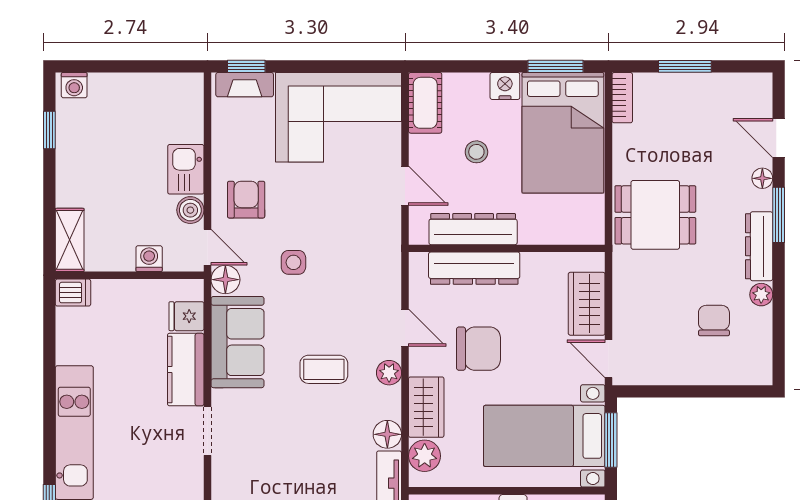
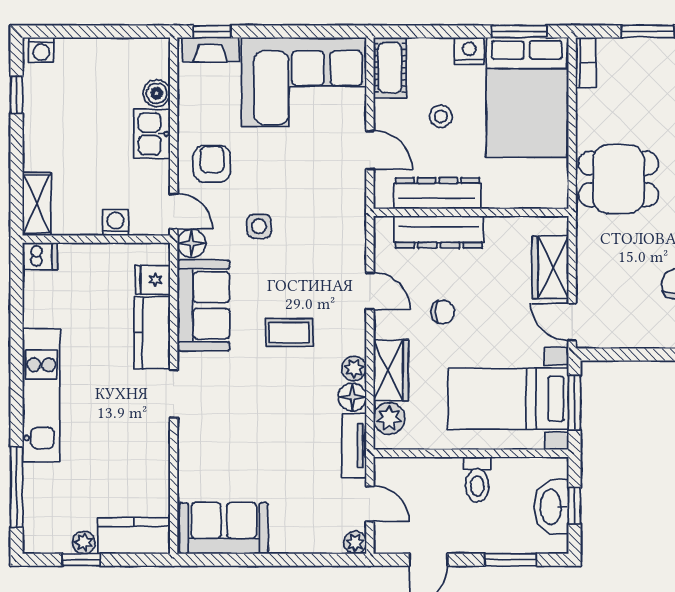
boiler: (190, 210) -> (157, 93), moved
chair: (478, 349) -> (443, 312), width x0.54, depth x0.54
plant: (389, 373) -> (354, 368), moved

